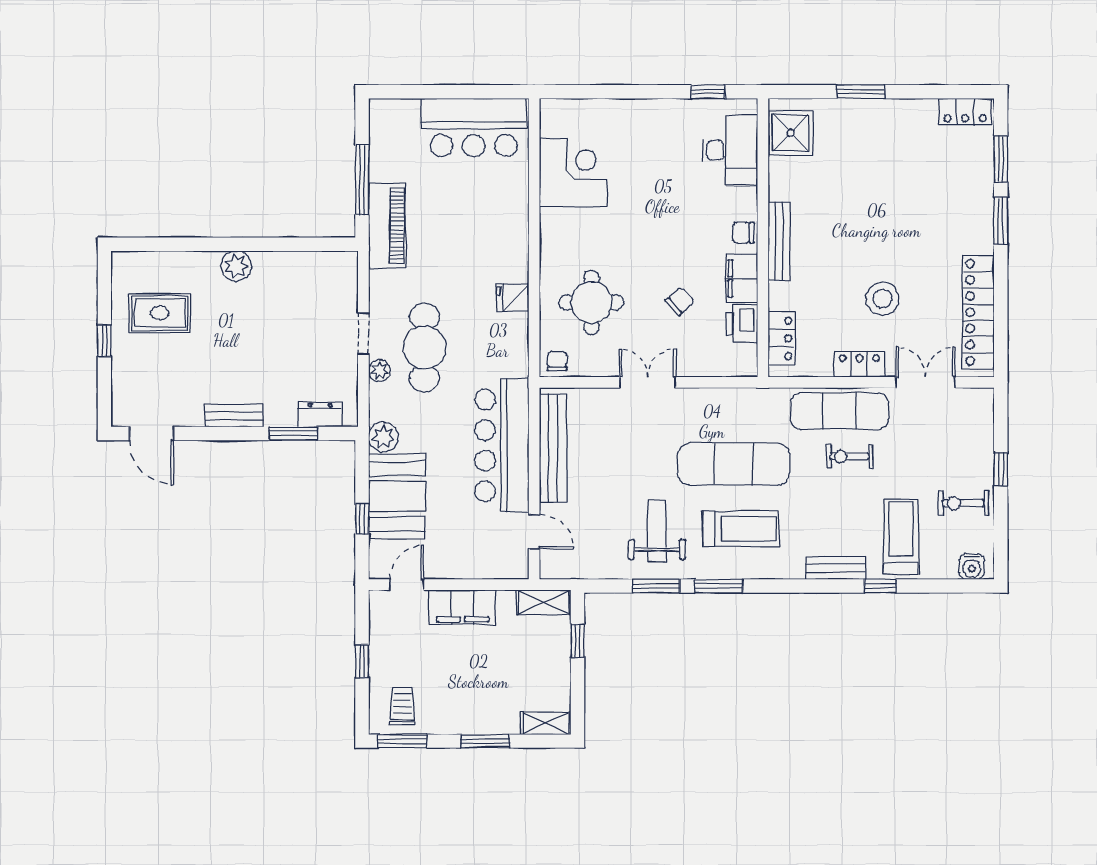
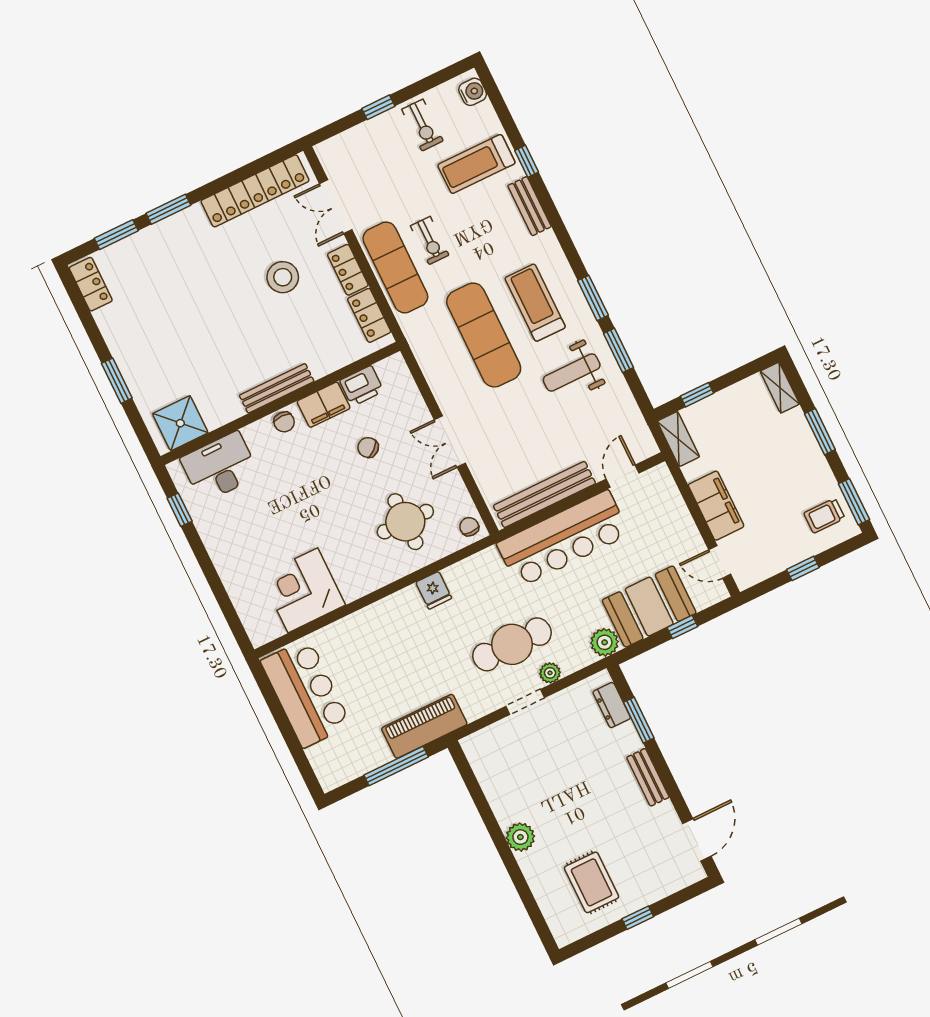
locker: (782, 338) -> (369, 315), moved, turned -90
chair: (557, 361) -> (469, 527), turned 90

